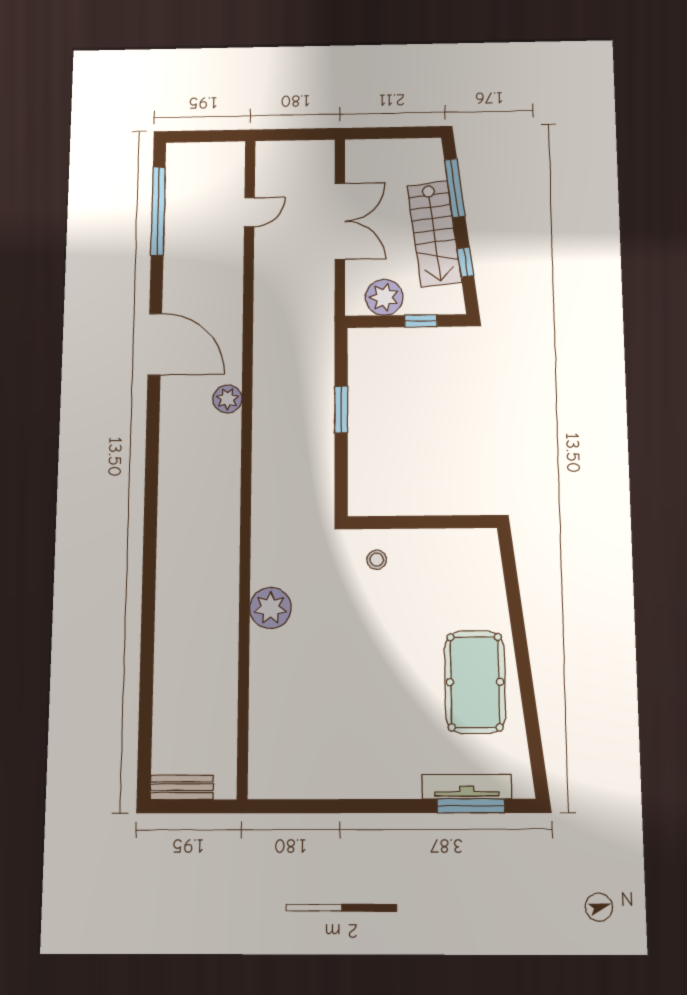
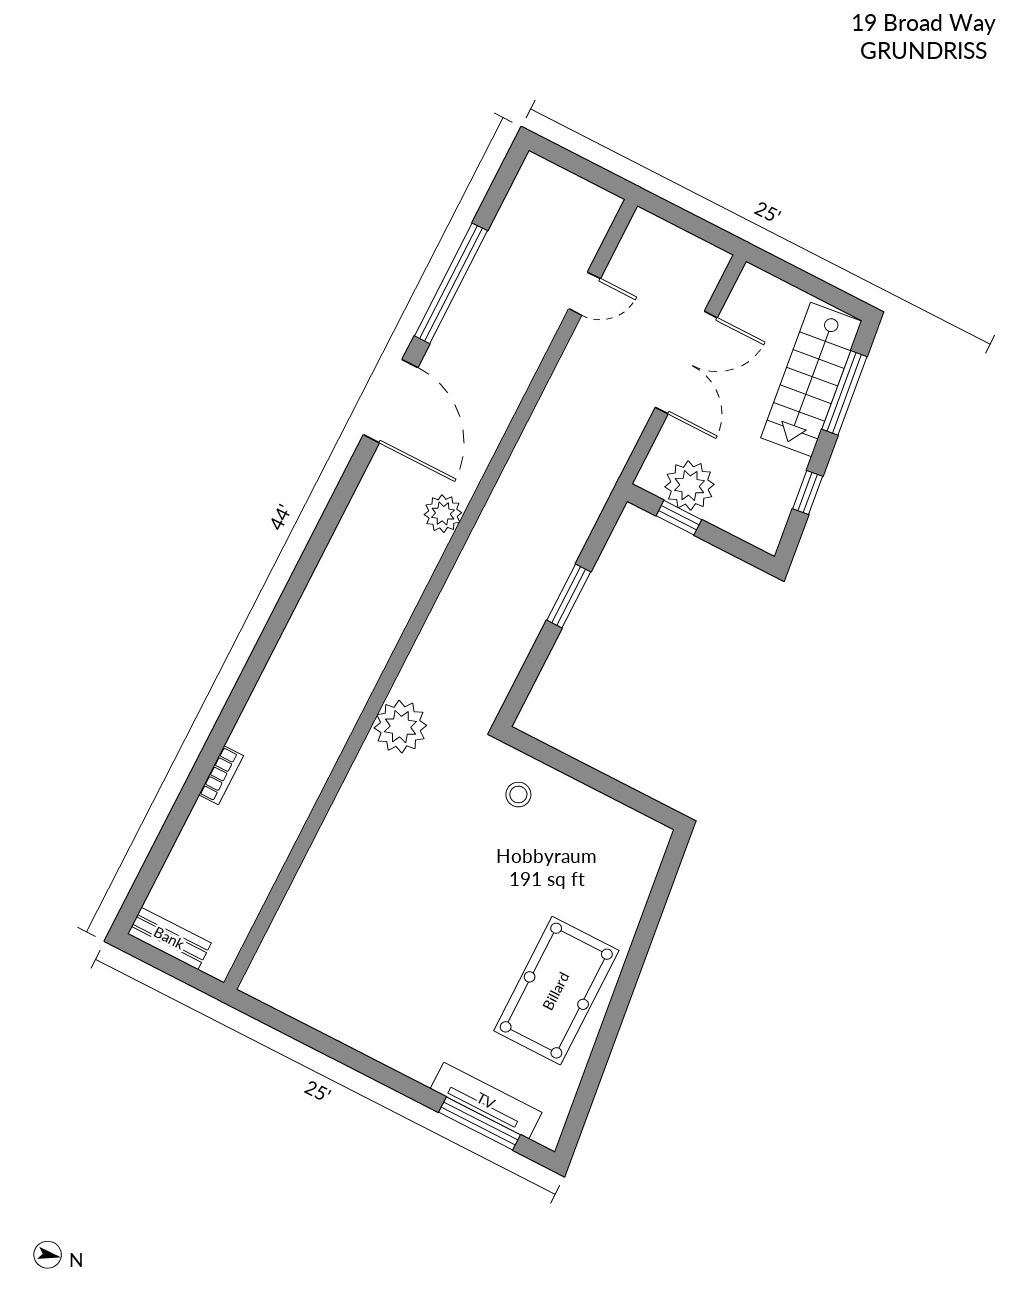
window: (158, 211) -> (451, 283), moved
stairs: (434, 234) -> (811, 379), moved
window: (421, 321) -> (679, 518), moved
plant: (270, 608) -> (400, 727), moved
bookcase: (162, 653) -> (221, 775), added

